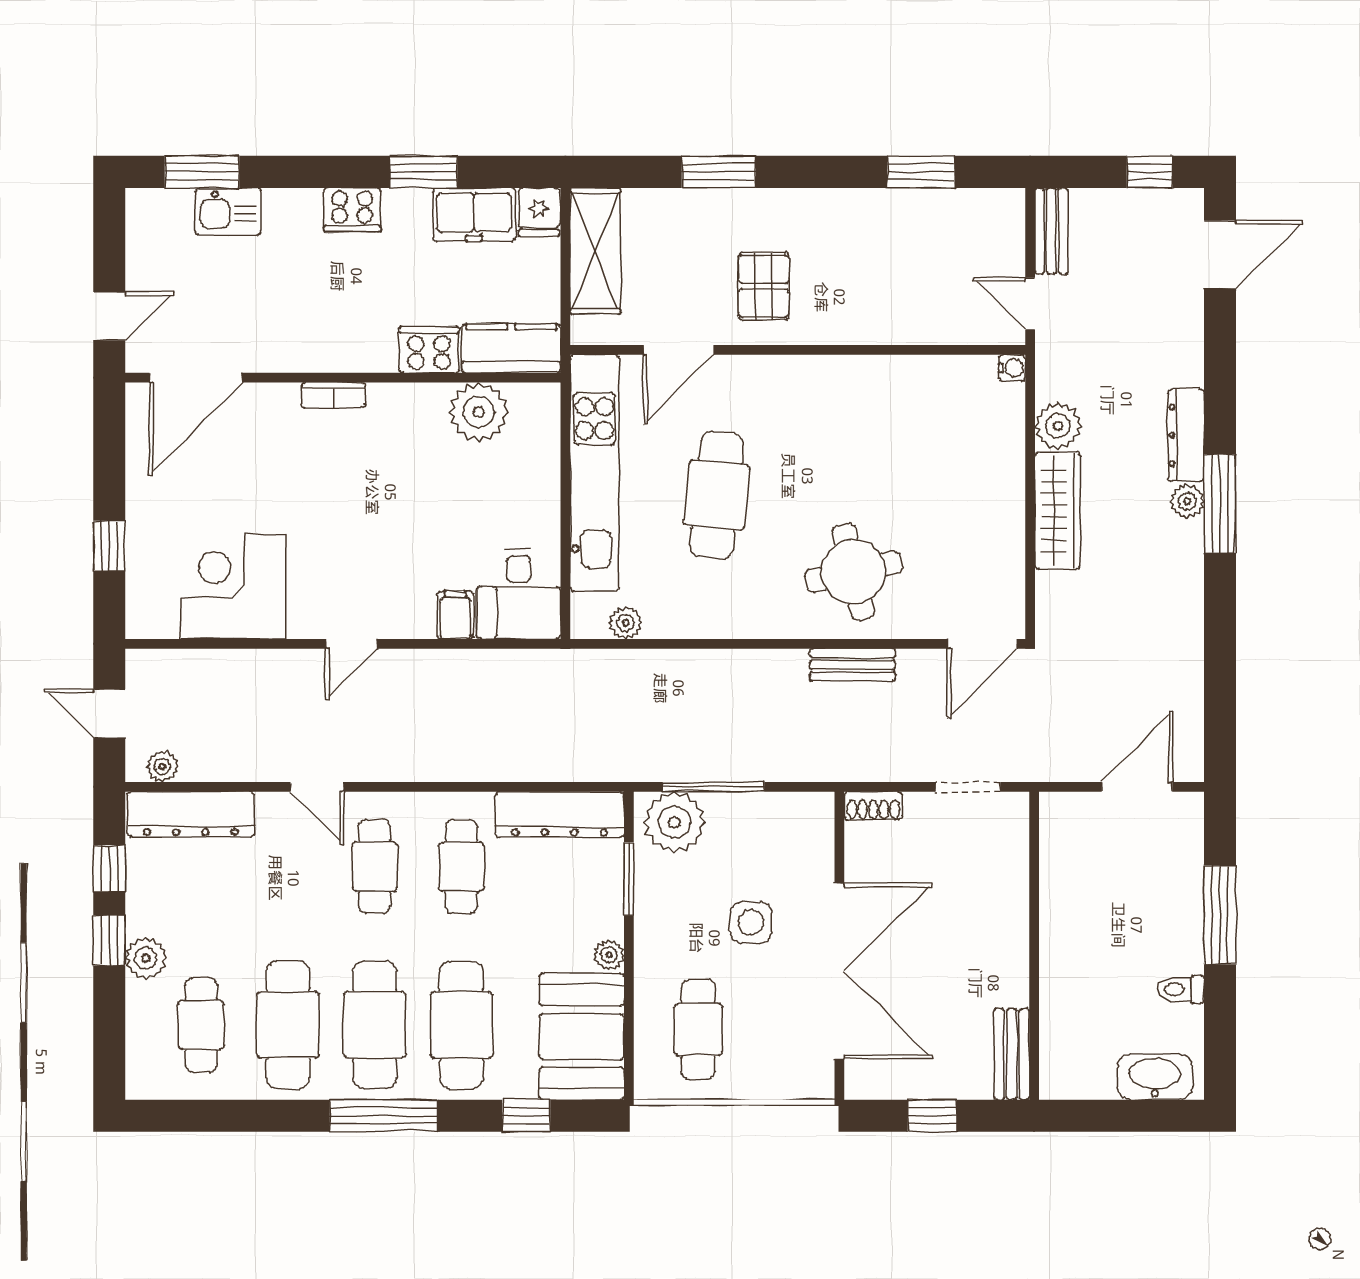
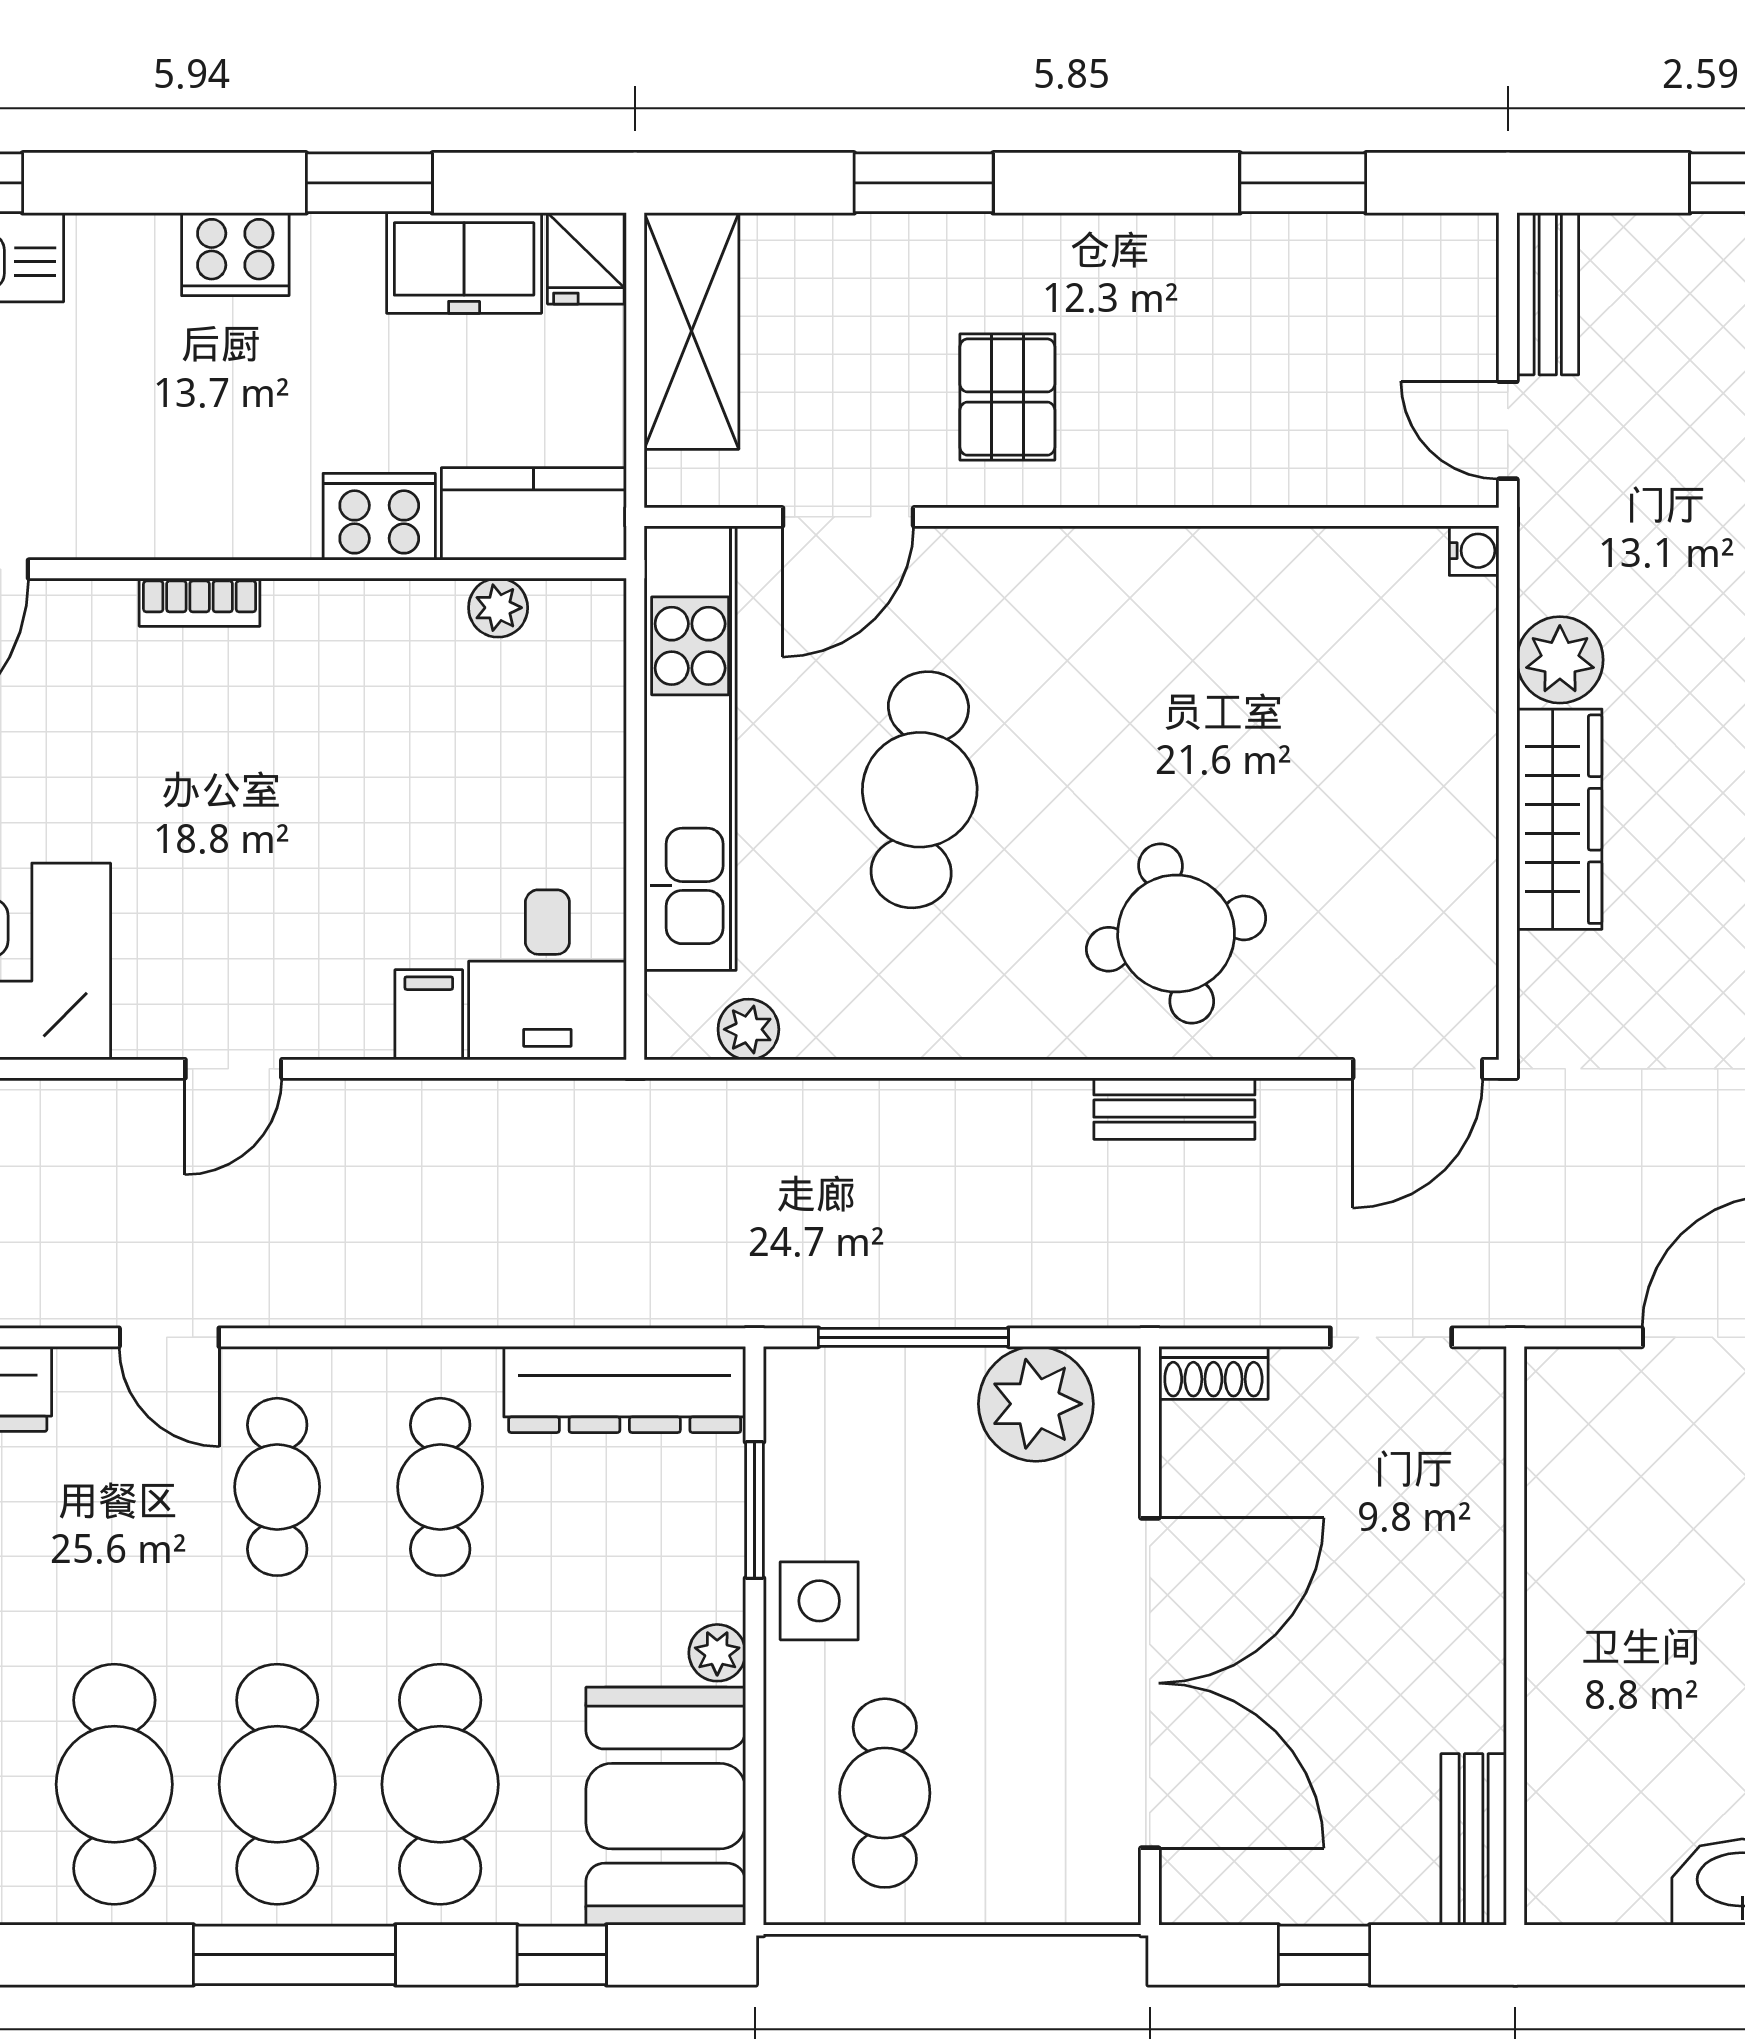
plant: (479, 412) -> (498, 608), width x0.53, depth x0.53
plant: (674, 822) -> (1036, 1404), moved
side table: (751, 922) -> (819, 1601), moved

